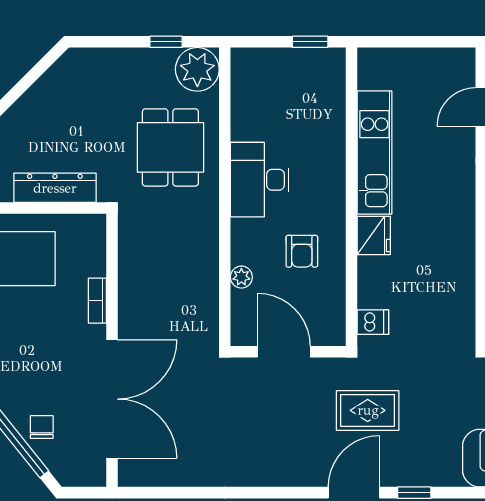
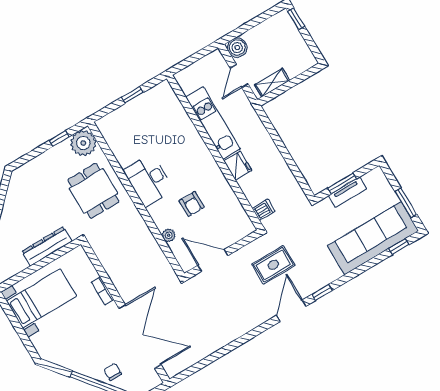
kitchen unit: (375, 152) -> (213, 123), moved
wall: (352, 197) -> (215, 153), moved
fridge: (374, 235) -> (238, 165), moved
dishwasher: (373, 322) -> (264, 210), moved

